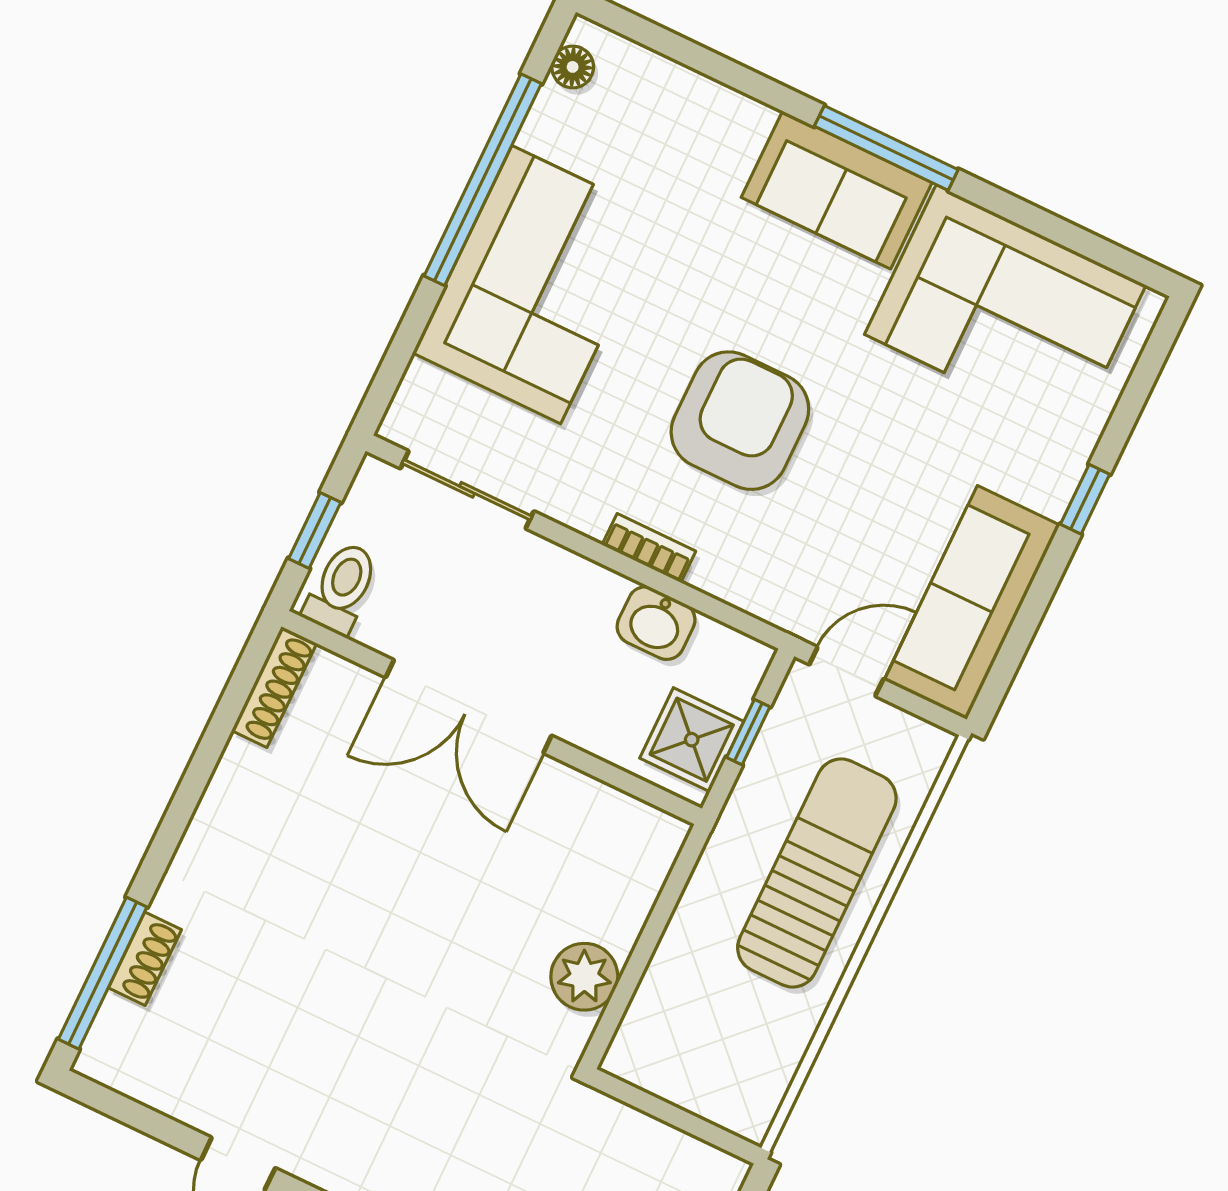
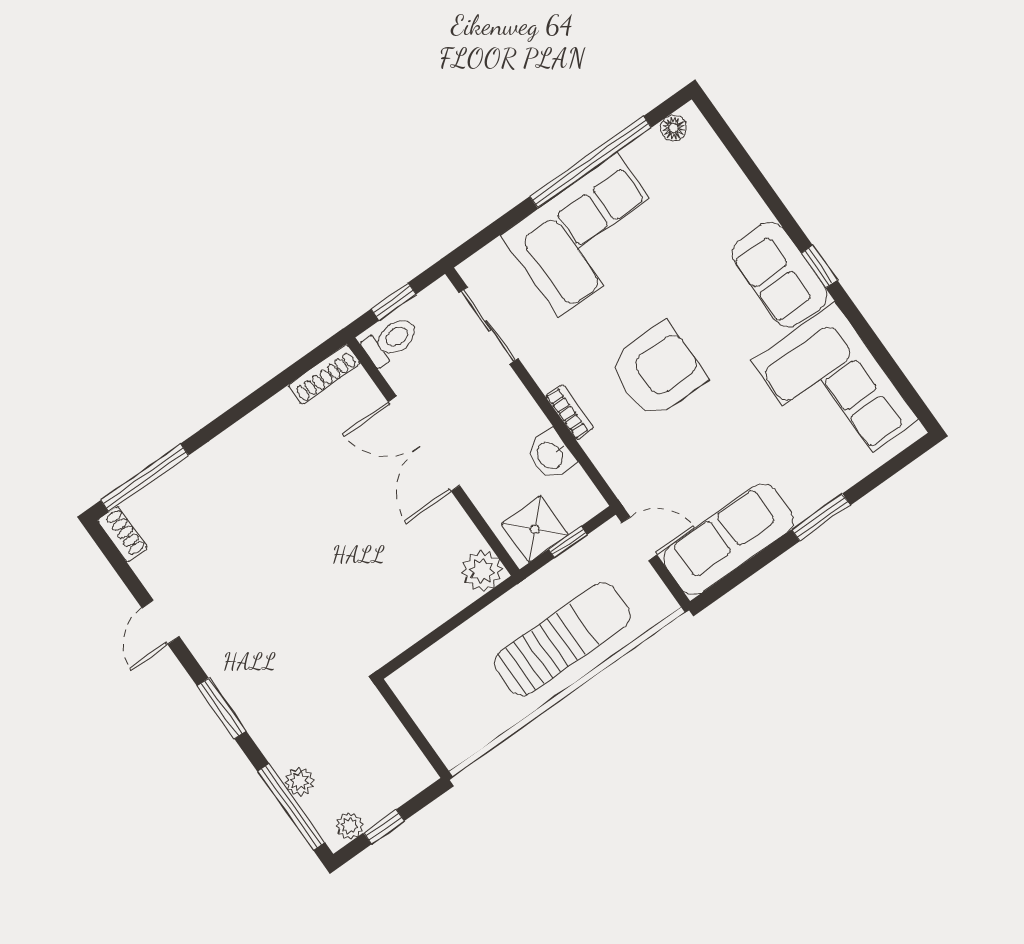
window: (886, 148) -> (819, 267), width x0.46
window: (1085, 499) -> (821, 517), width x1.50
shoe rack: (145, 959) -> (122, 534), moved, turned -90
plant: (584, 977) -> (482, 571), moved

